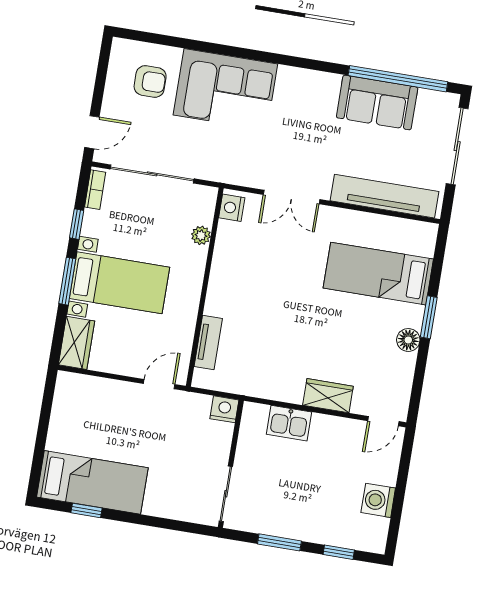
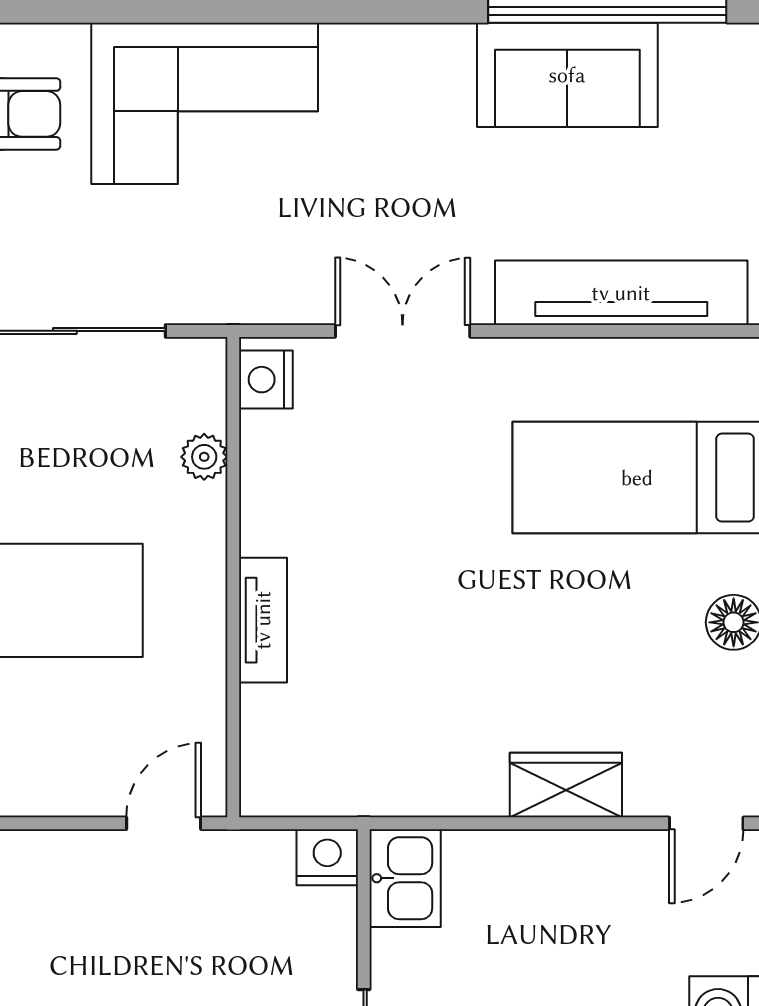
double door: (292, 197) -> (403, 331), swing flipped
tv unit: (208, 343) -> (263, 620), moved
kitchen sink: (289, 423) -> (405, 878), moved, turned -90

